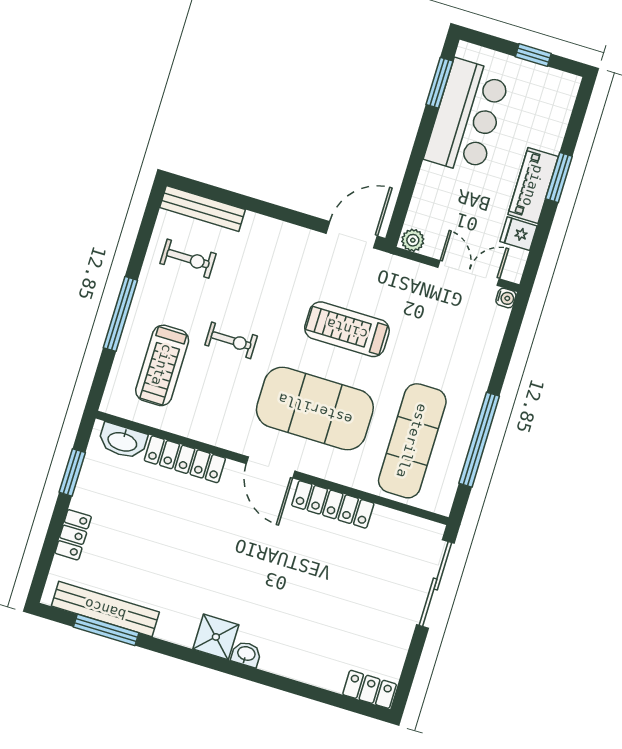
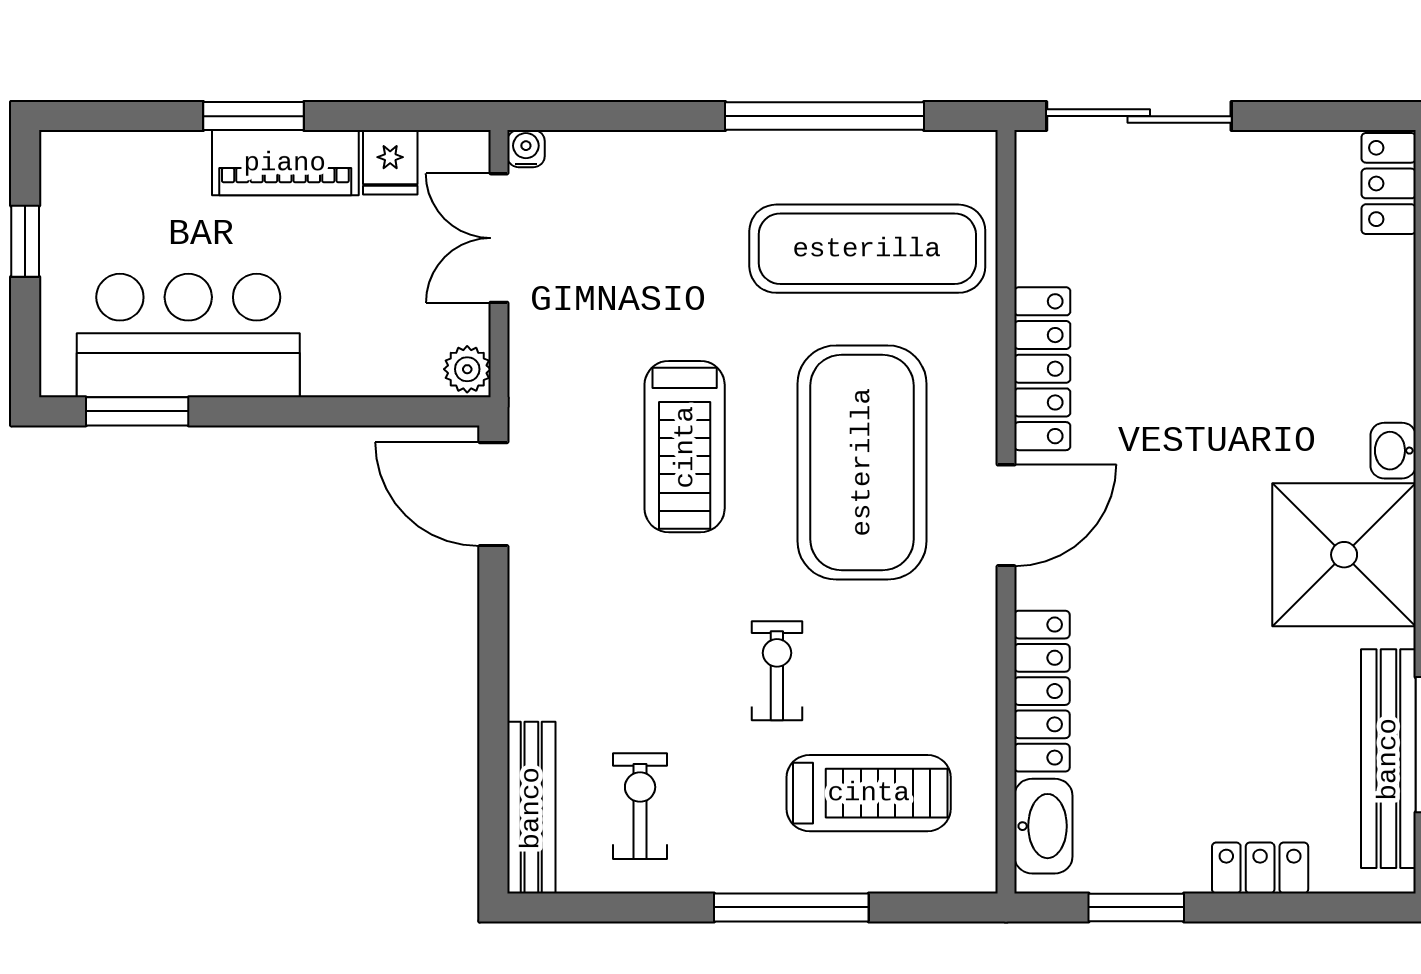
shower: (216, 637) -> (1344, 555), width x1.86, depth x1.86

